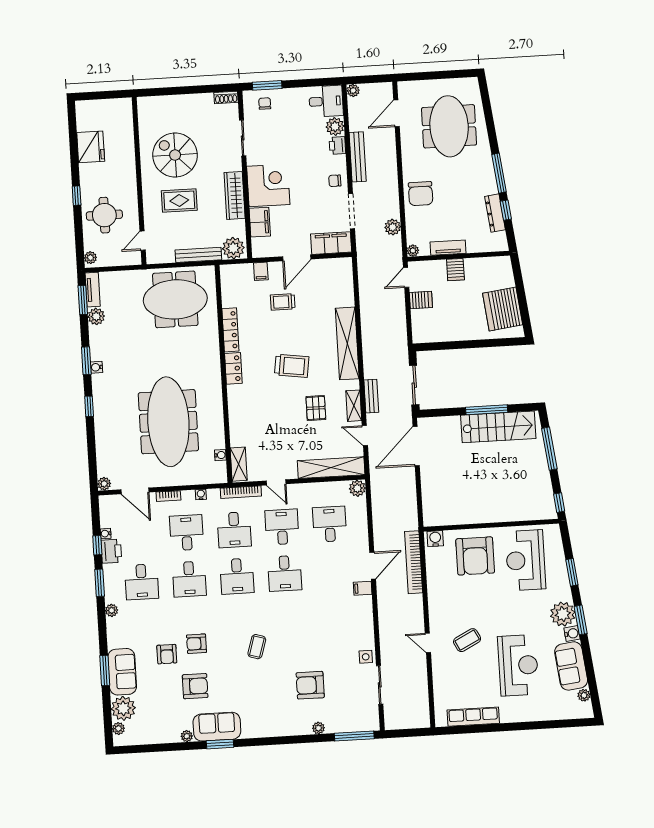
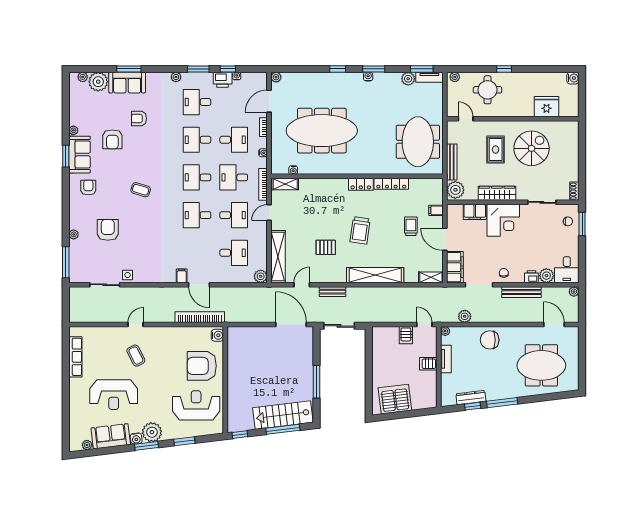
water cooler: (83, 108) -> (573, 78), added
fridge: (91, 147) -> (547, 107), moved, turned 180
shelving: (354, 406) -> (431, 277), moved
stairs: (498, 427) -> (283, 415), moved, turned 83
armchair: (197, 644) -> (88, 188), moved

